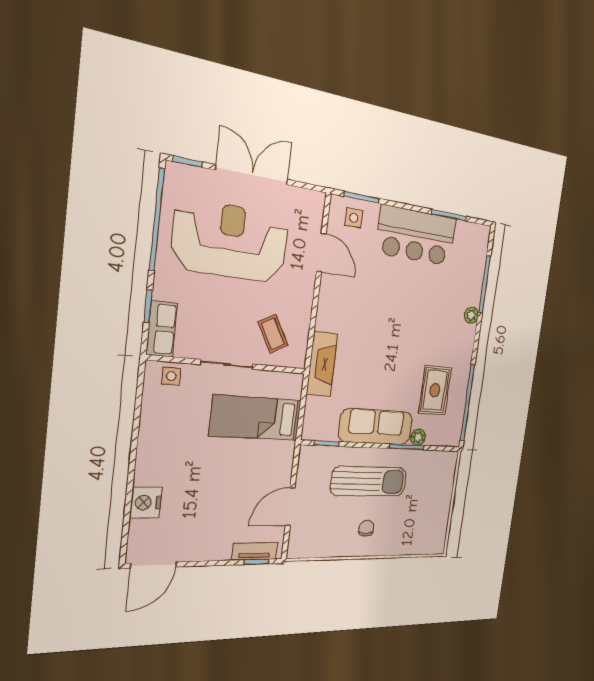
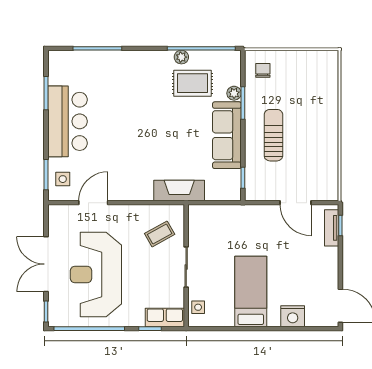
plant: (471, 315) -> (181, 57), moved
bed: (256, 418) -> (251, 291), moved, turned 180
sun lounger: (369, 481) -> (273, 135), width x0.73, depth x0.75
chair: (366, 528) -> (263, 70), moved, turned 90

